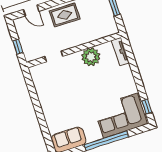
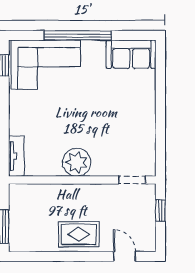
doorway: (54, 56) -> (132, 180), moved
plant: (91, 57) -> (77, 162), moved

